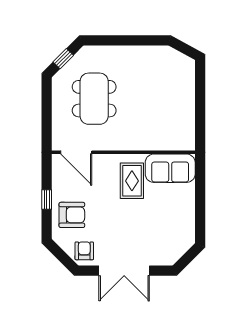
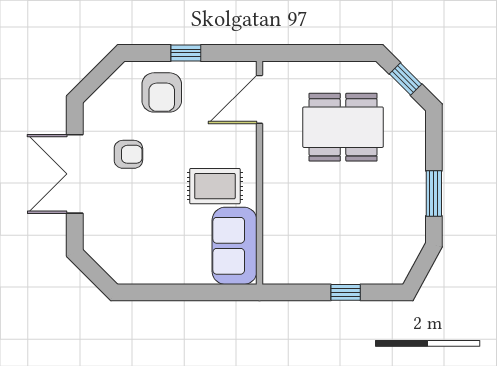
window: (137, 40) -> (434, 193), added
window: (200, 97) -> (346, 292), added
armchair: (84, 251) -> (128, 154), moved

